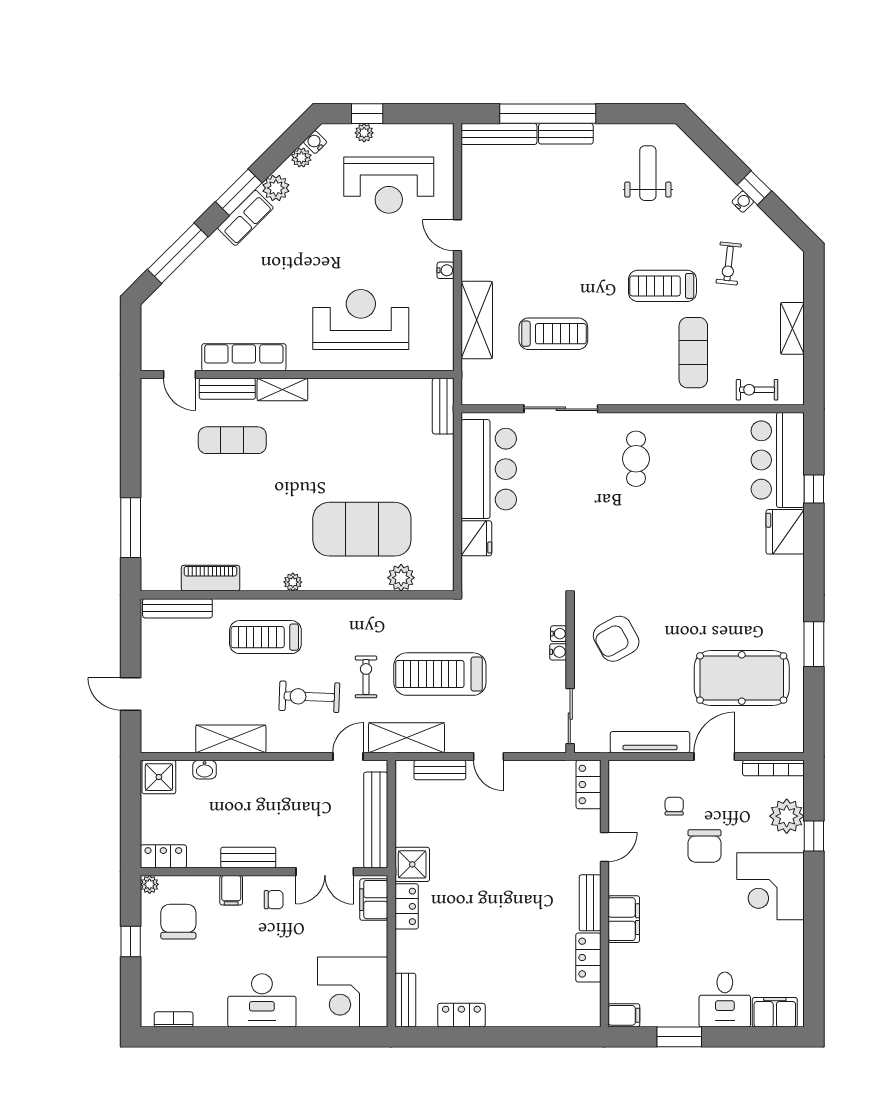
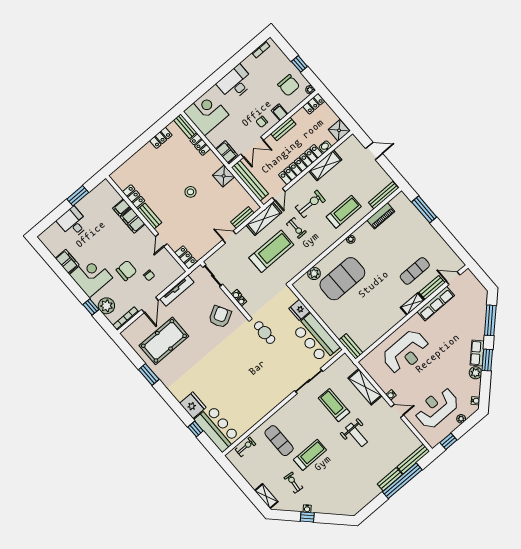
window: (367, 114) -> (448, 441), moved
plant: (301, 158) -> (476, 391), removed
weight bench: (648, 173) -> (357, 435), moved
shelving: (792, 328) -> (266, 496), moved
treadmill: (553, 334) -> (334, 405), turned 90
cafe table: (636, 459) -> (265, 333), moved
locker: (270, 775) -> (301, 165), added
chair: (704, 846) -> (126, 271), turned 90
double door: (325, 872) -> (252, 147), swing flipped
stool: (489, 885) -> (190, 192), added
locker: (407, 906) -> (200, 145), moved
filing cabinet: (775, 1012) -> (67, 262), moved, turned -90
filing cabinet: (624, 1015) -> (121, 207), moved

